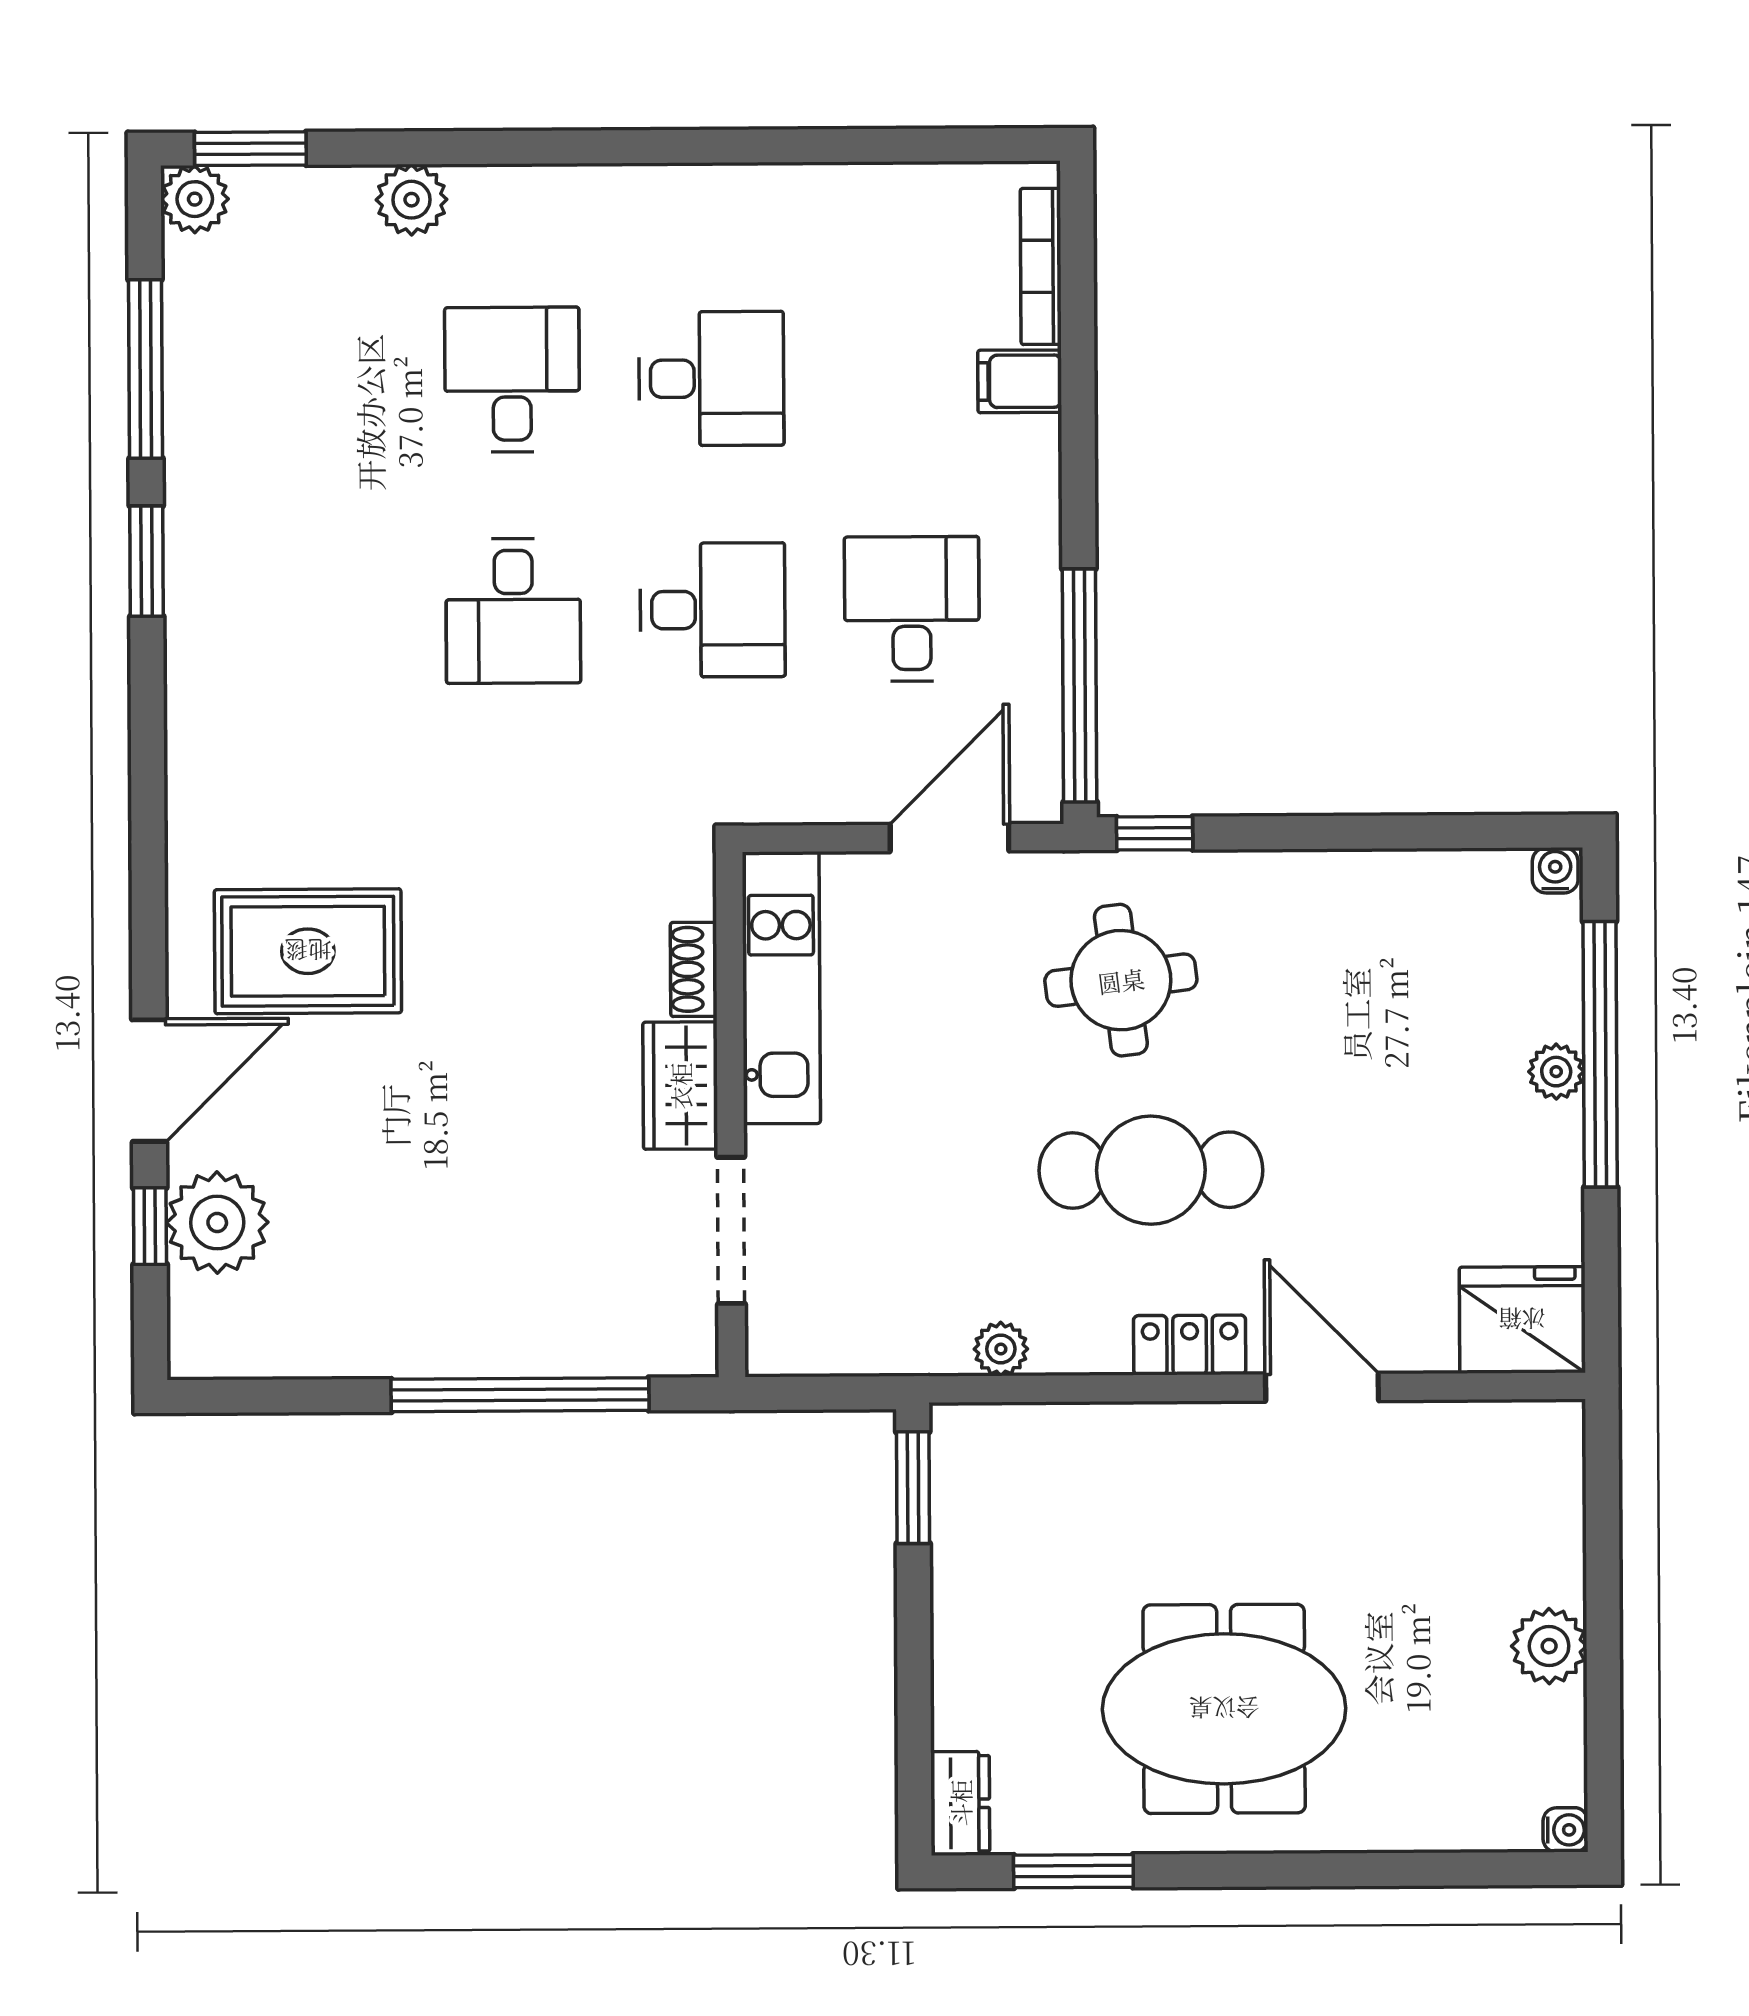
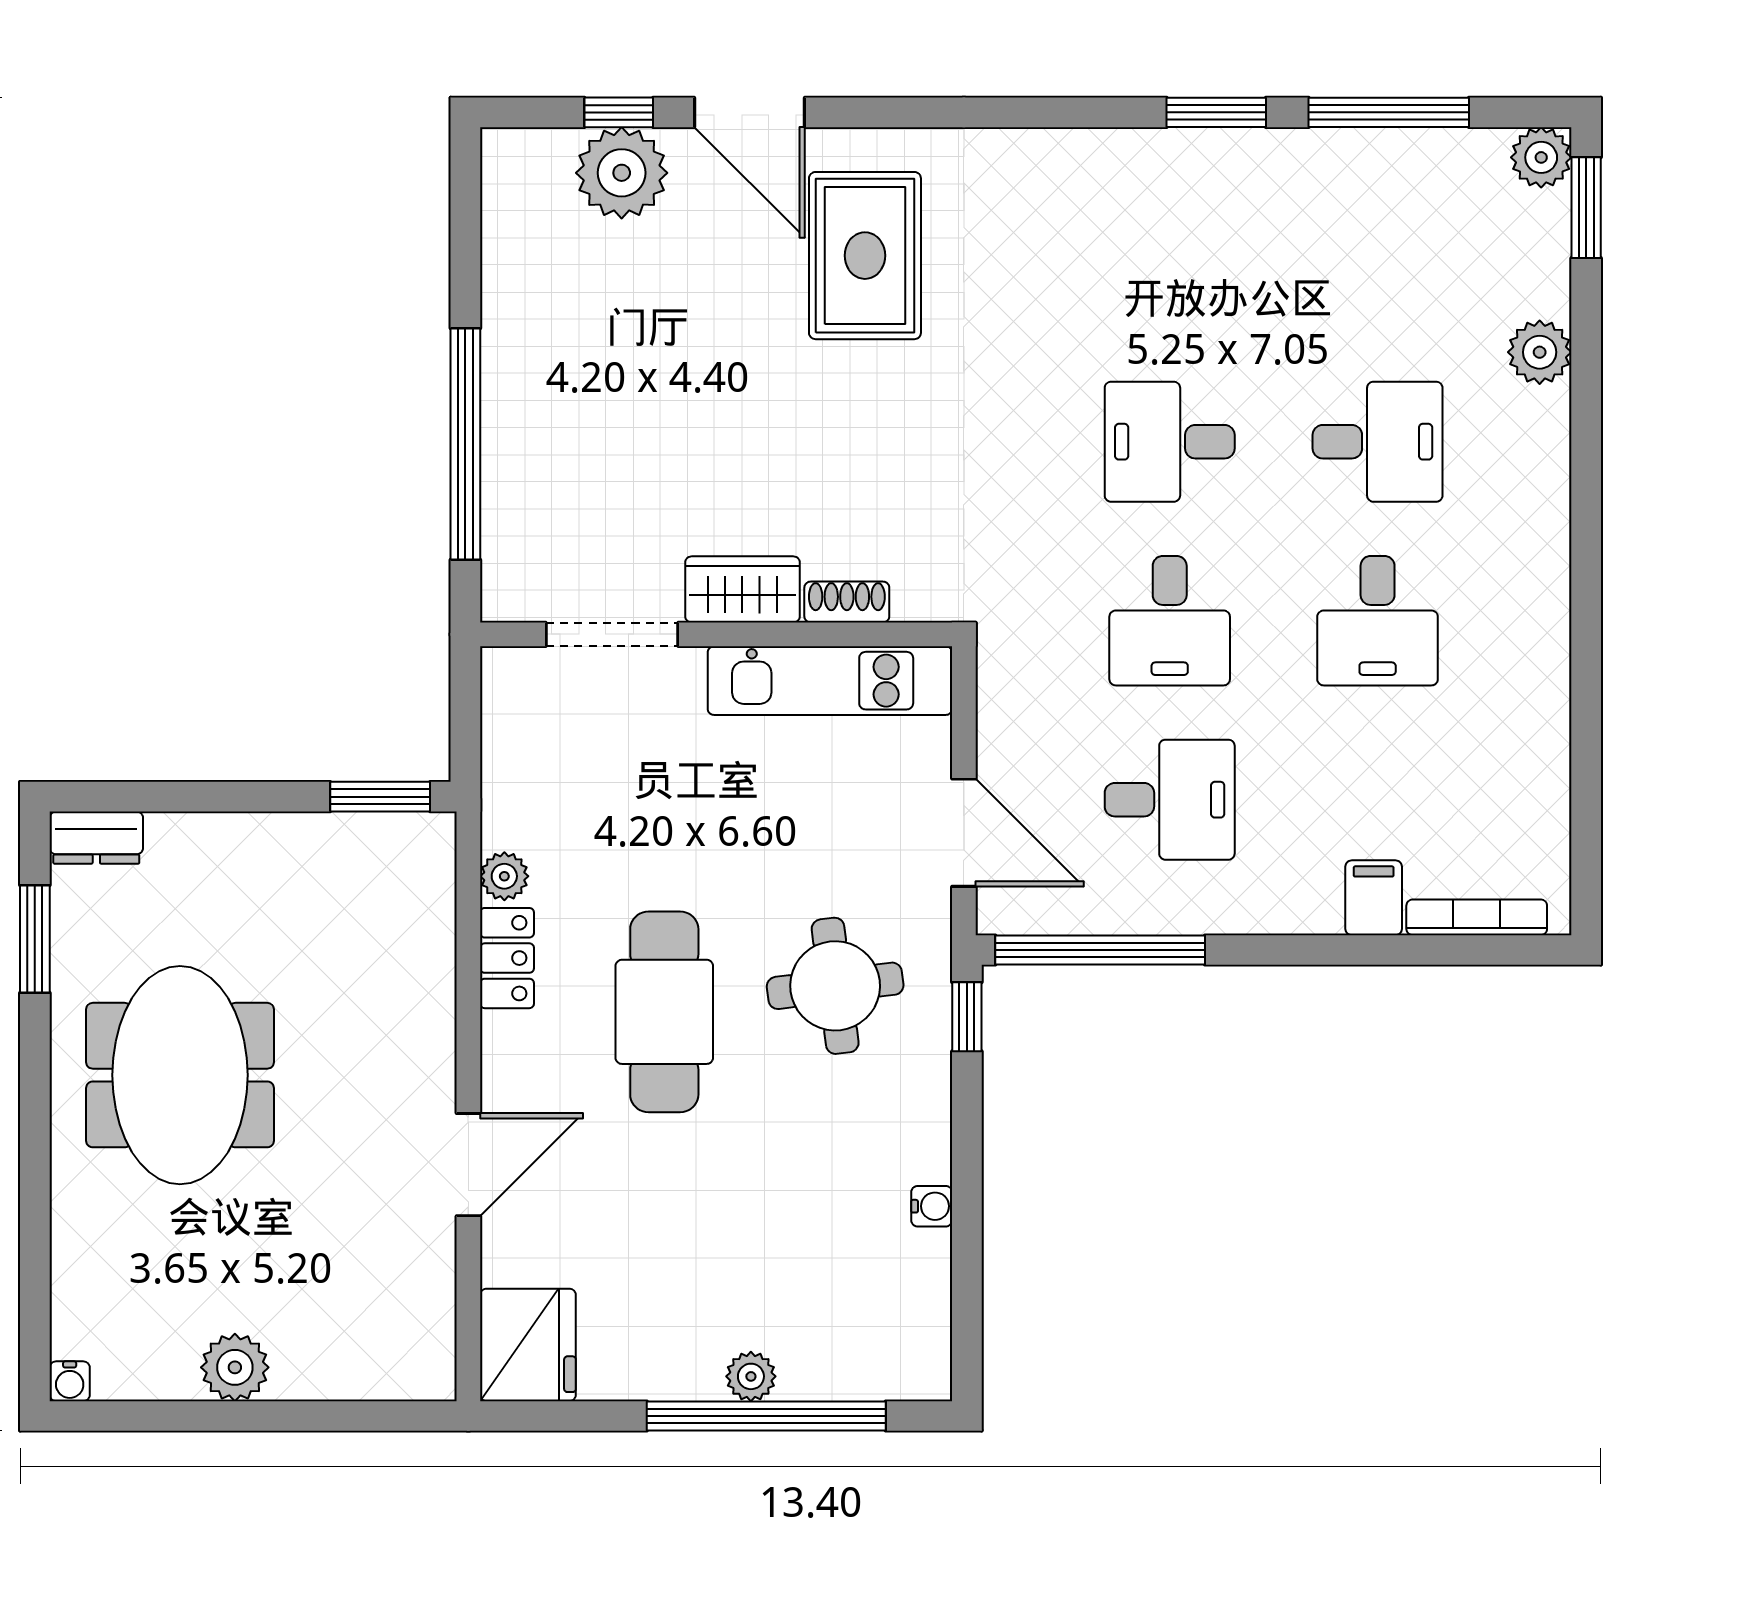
water cooler: (1555, 870) -> (932, 1206), moved
locker: (1190, 1345) -> (507, 958), moved

